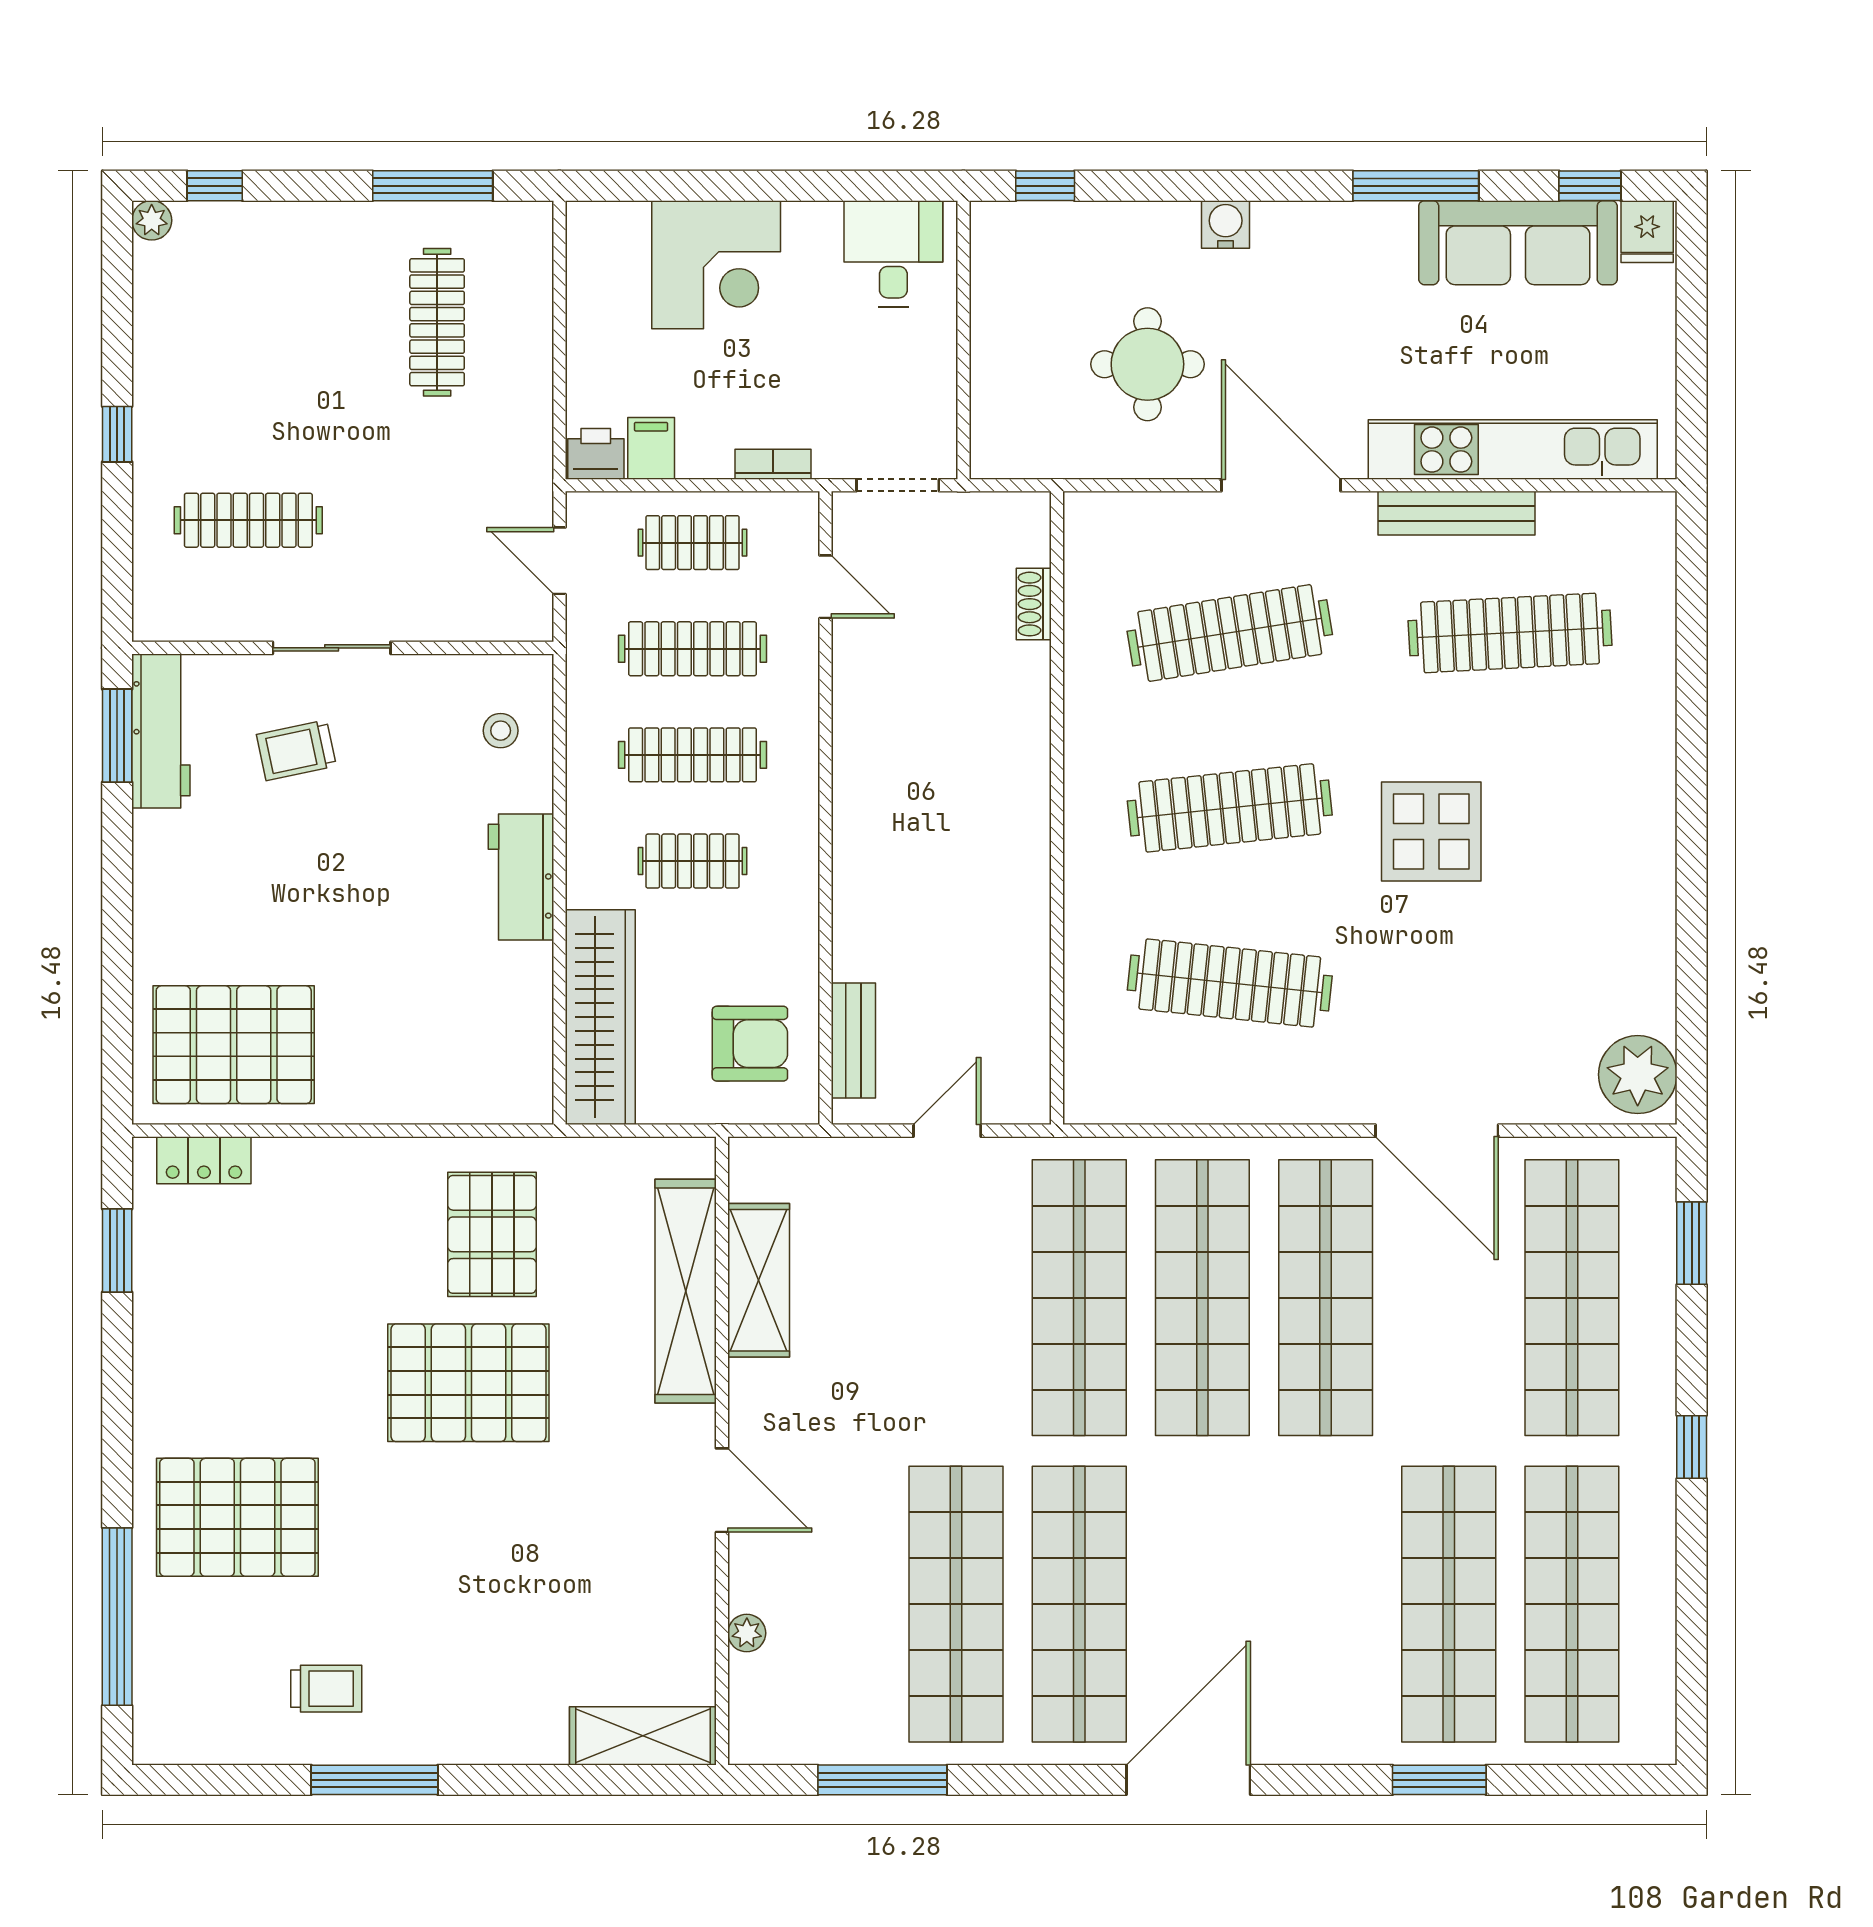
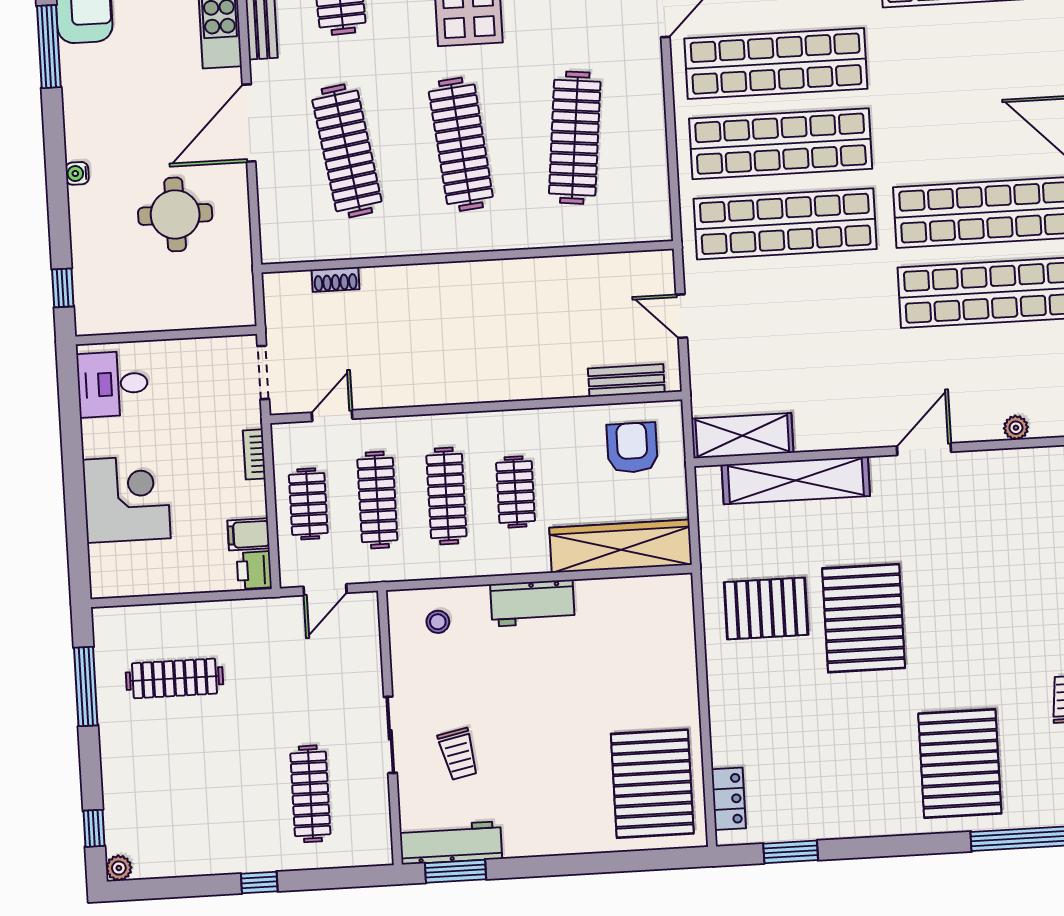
water cooler: (1226, 224) -> (77, 173), width x0.72, depth x0.72
shelving: (759, 1280) -> (742, 436), moved

